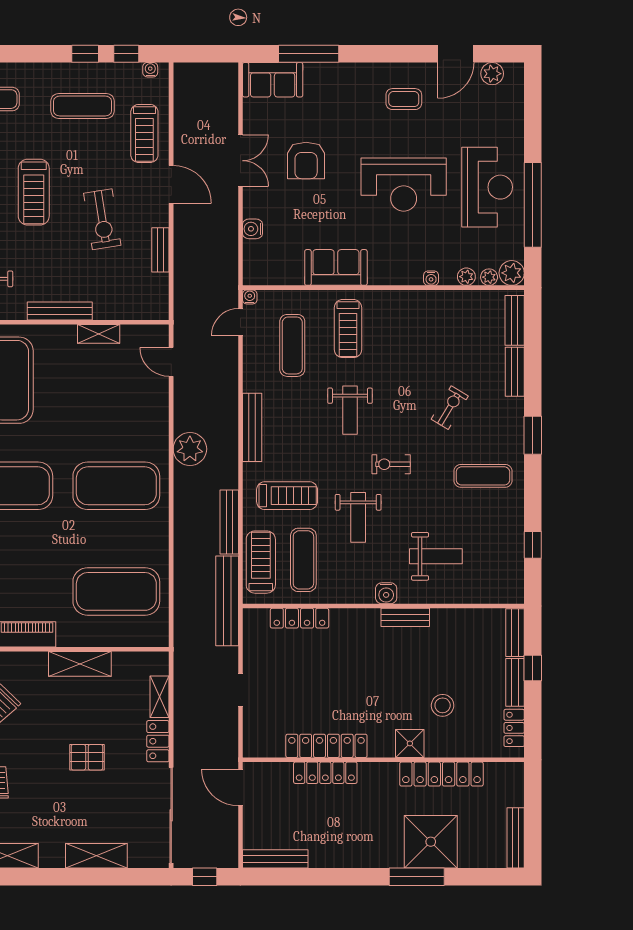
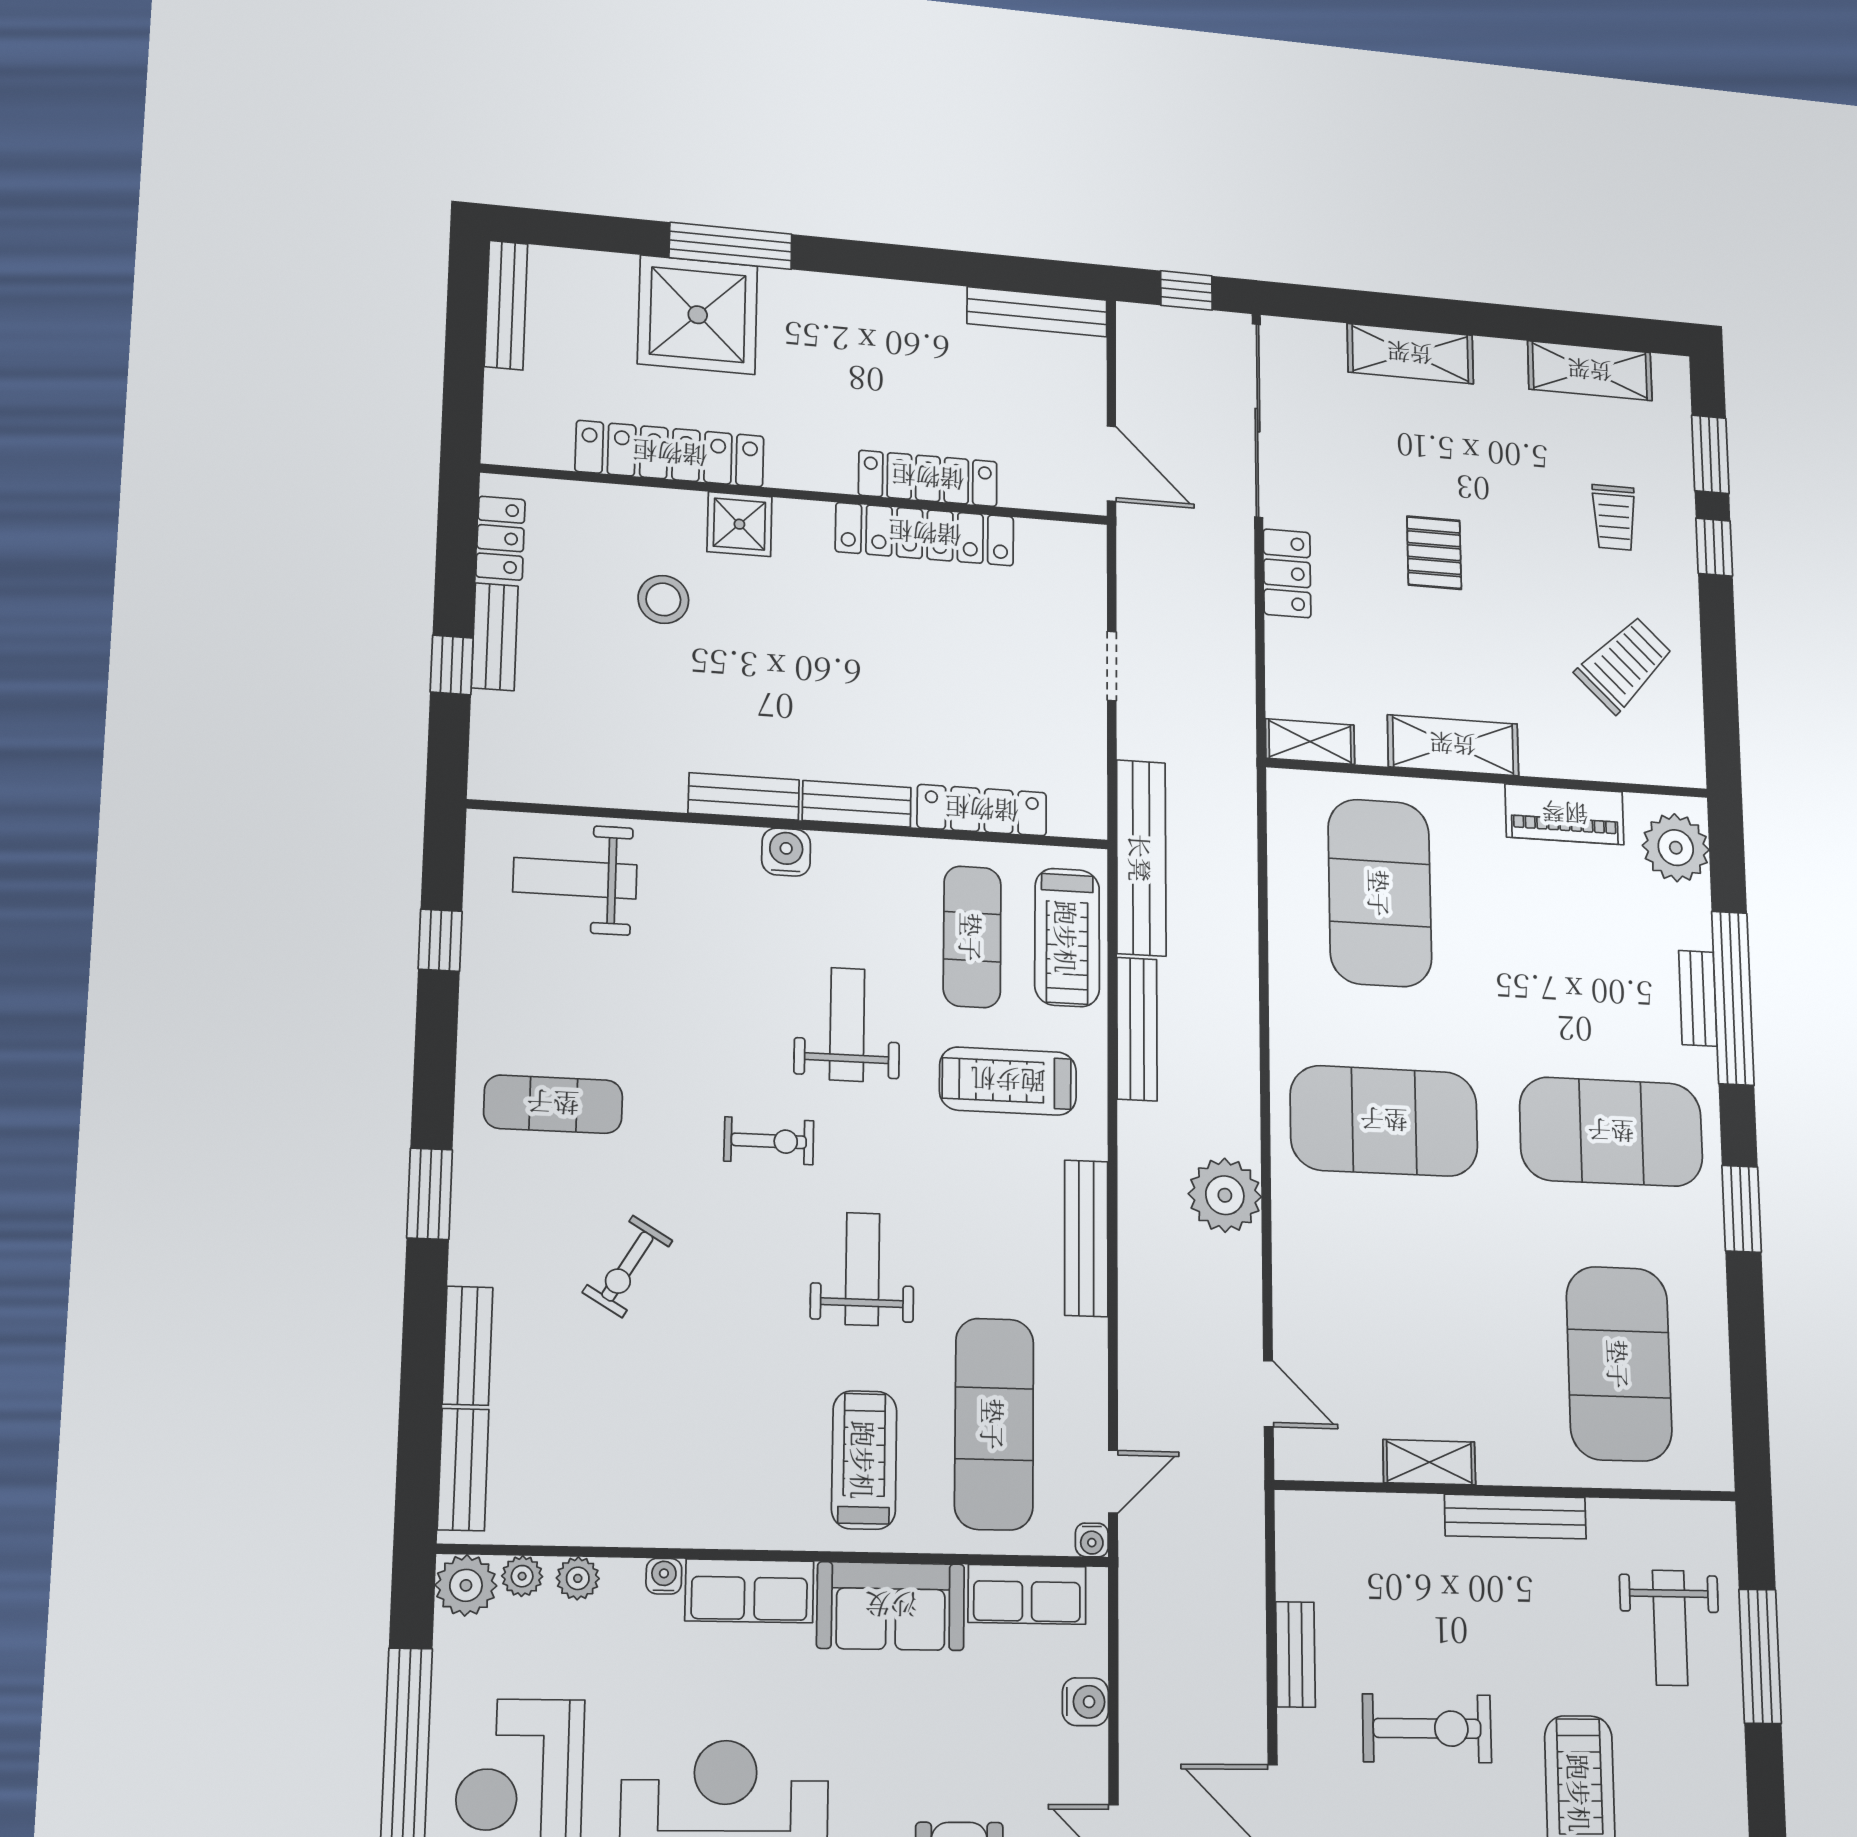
exercise bike: (102, 219) -> (1427, 1728), turned 99
row of seats: (278, 273) -> (1027, 1594), added
row of seats: (395, 273) -> (749, 1591), added
exercise mat: (292, 345) -> (994, 1424), width x1.36, depth x1.45
weight bench: (436, 556) -> (575, 878), moved
exercise mat: (116, 591) -> (1380, 893), turned 90
bench: (515, 633) -> (857, 804), moved, turned 90
shelving: (160, 697) -> (1310, 742), moved, turned 90
pallet: (87, 757) -> (1434, 553), turned 90

